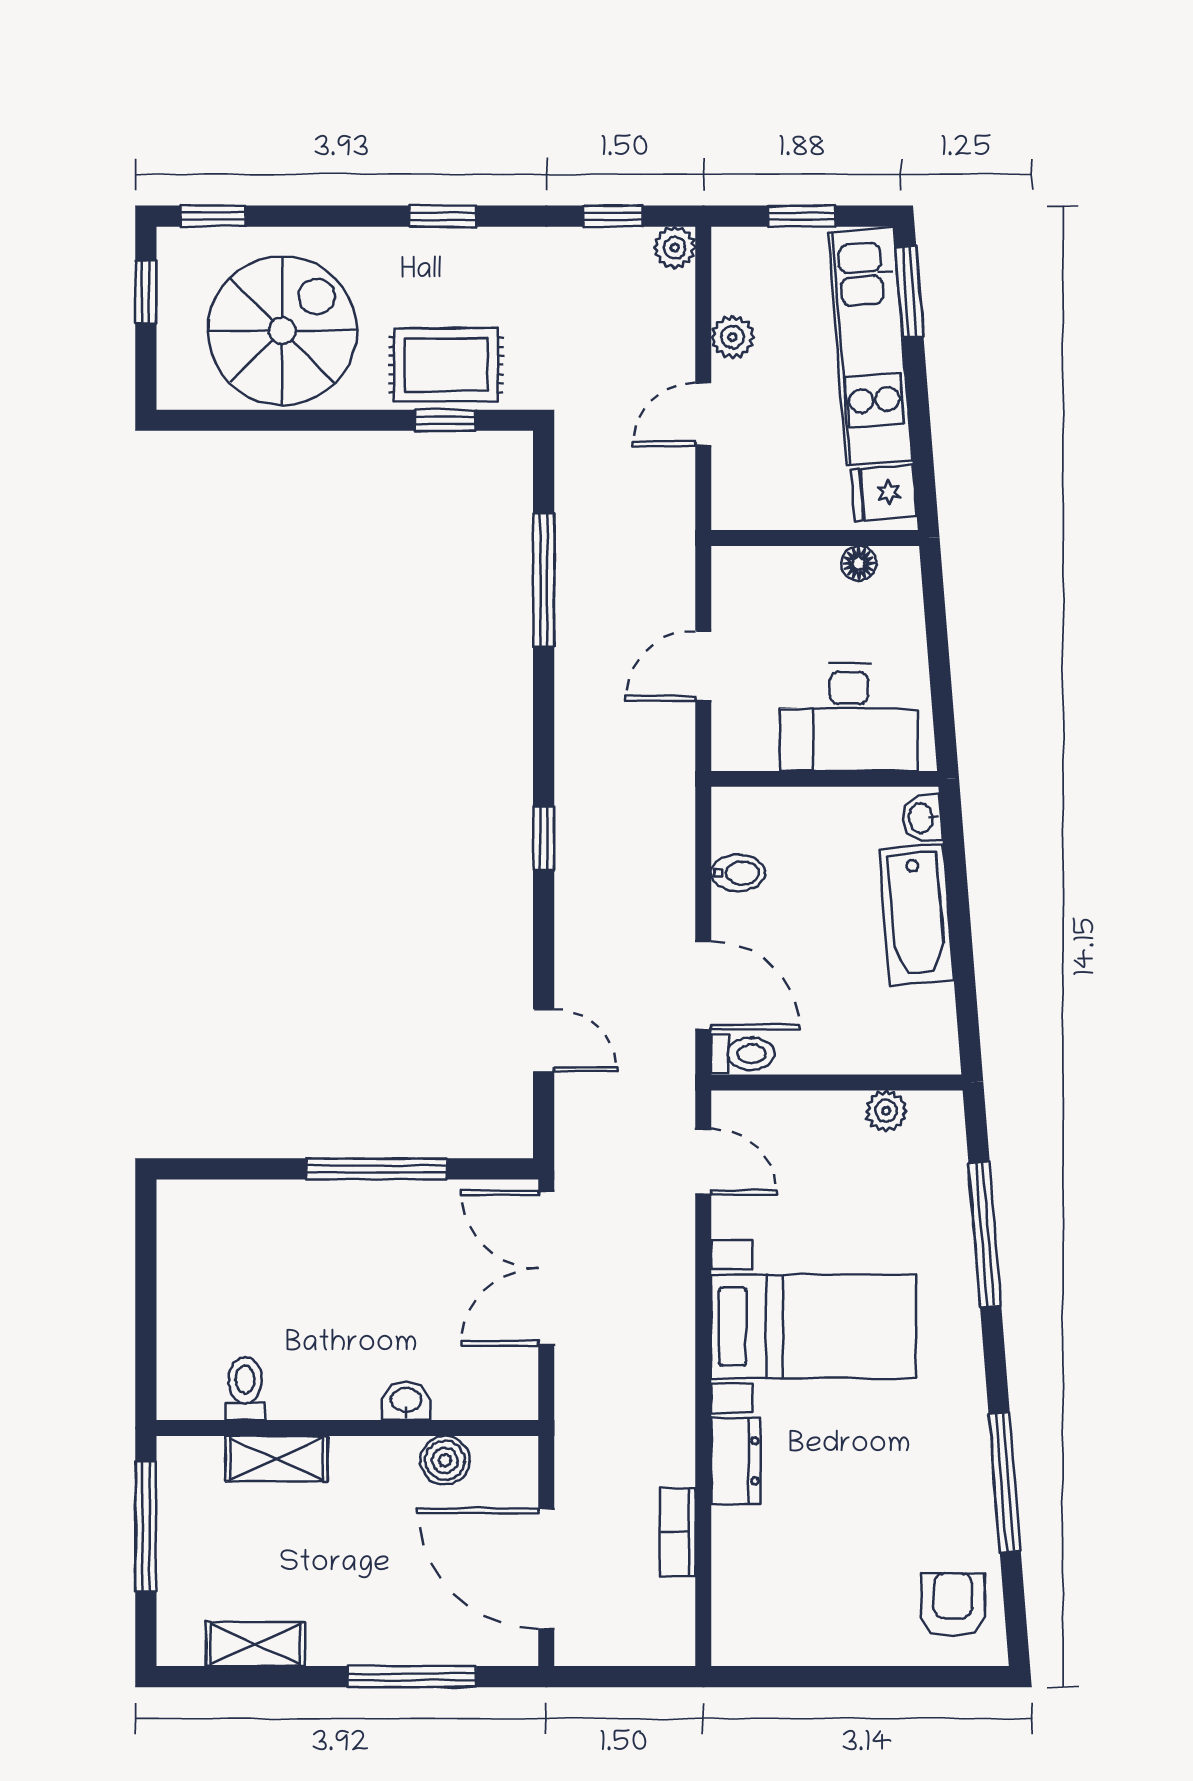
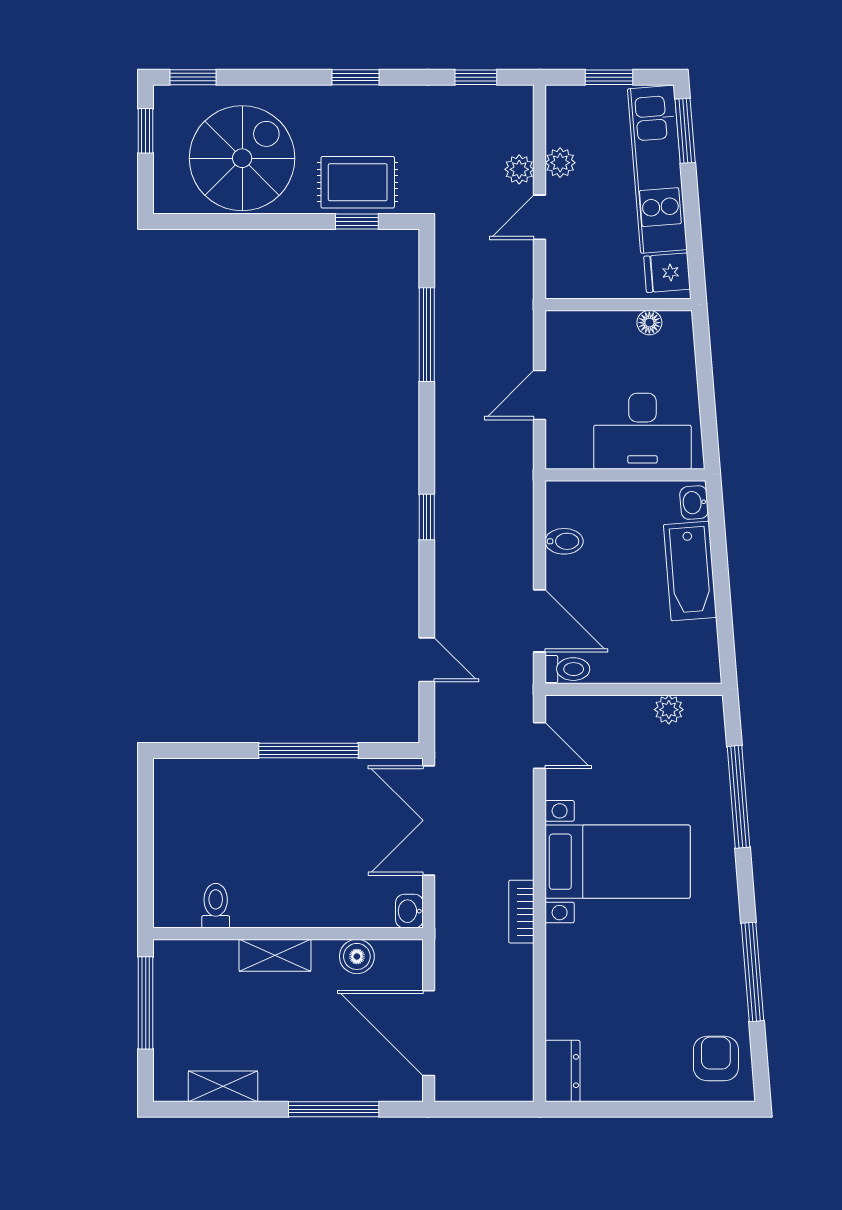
plant: (675, 247) -> (519, 169), moved
washbasin: (406, 1401) -> (409, 911), moved, turned -90
shelving: (277, 1459) -> (275, 955), moved
dresser: (736, 1461) -> (562, 1071), moved
bookcase: (678, 1532) -> (521, 912), moved

